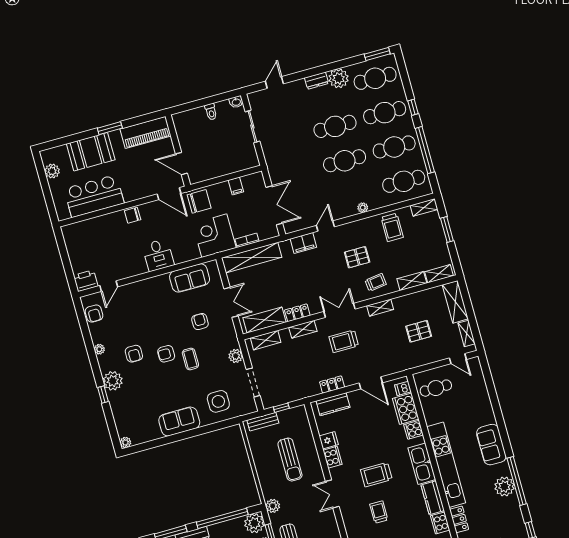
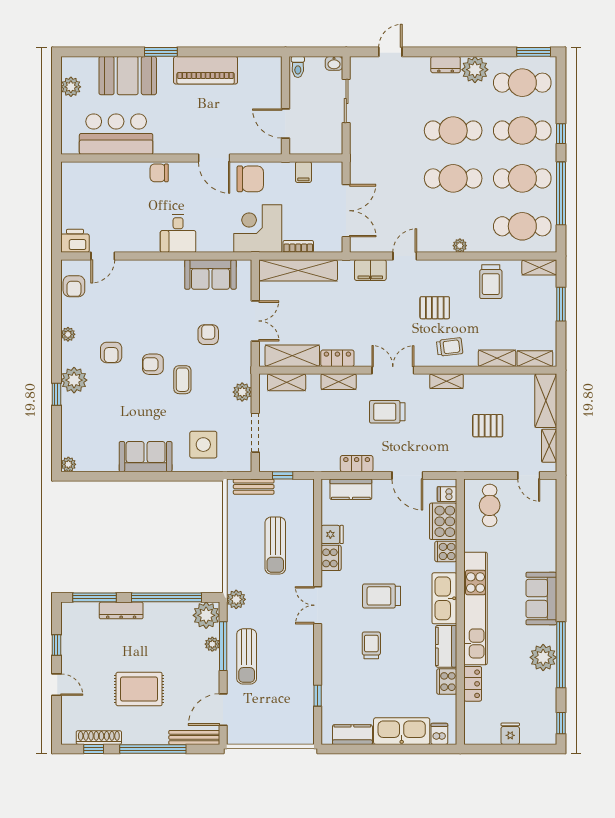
wall: (178, 151) -> (286, 105), moved
door: (181, 164) -> (286, 123), moved
cafe table: (436, 388) -> (490, 505), turned 90

